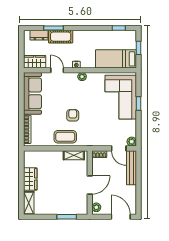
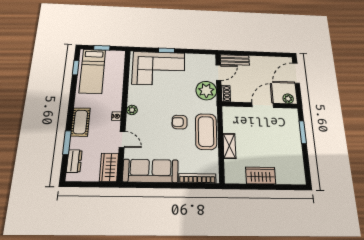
cot: (61, 37) -> (80, 122), moved
bed: (116, 59) -> (92, 71), moved
door: (57, 70) -> (122, 139), swing flipped
coffee table: (65, 137) -> (206, 131), width x1.36, depth x1.32
plant: (132, 142) -> (206, 91), moved, width x1.87, depth x1.87
shelving: (74, 155) -> (229, 146), moved
bench: (132, 168) -> (235, 60), width x0.73
door: (90, 185) -> (263, 105), hinge flipped
shelving: (29, 203) -> (291, 178), removed

